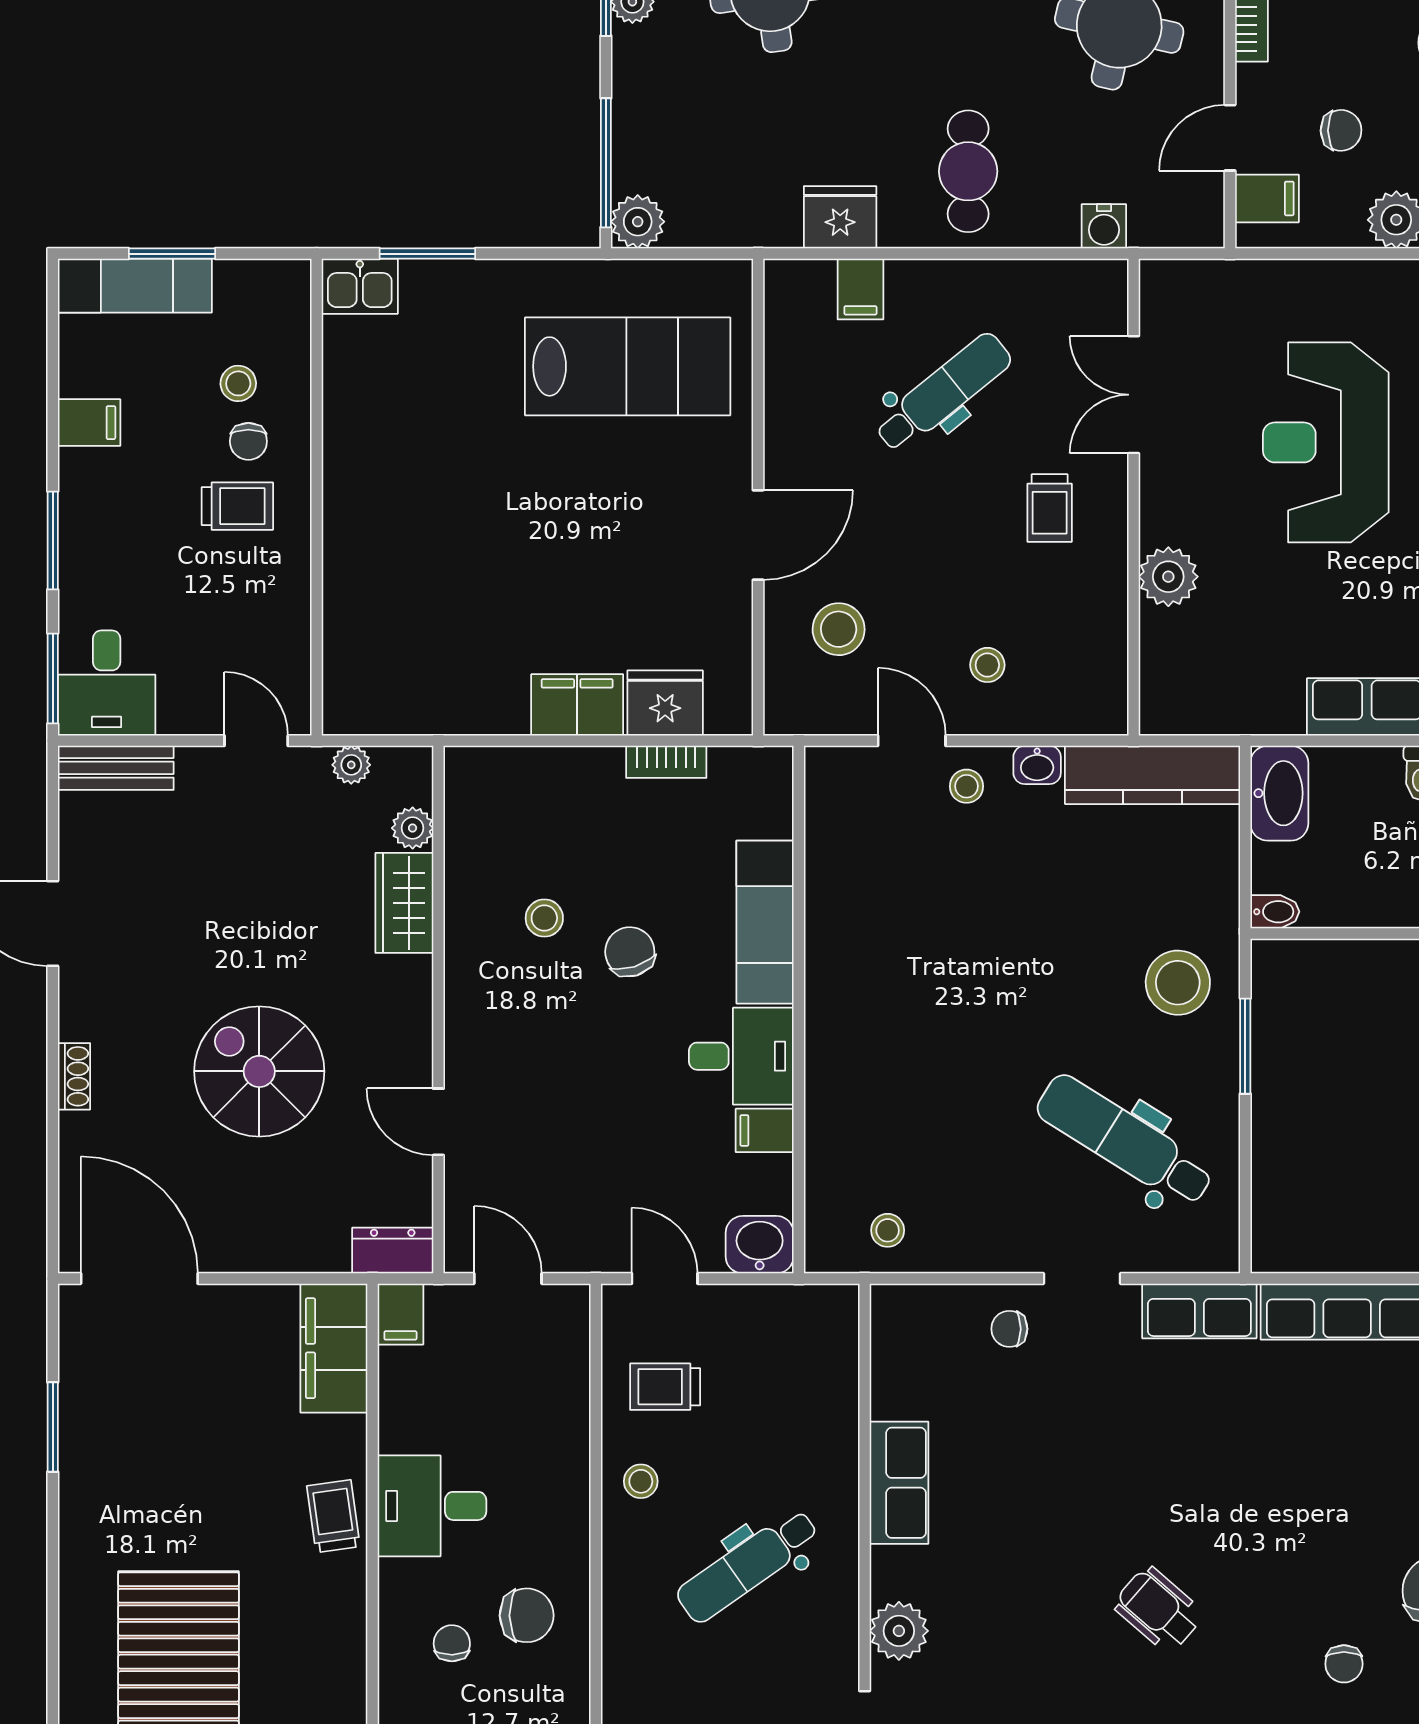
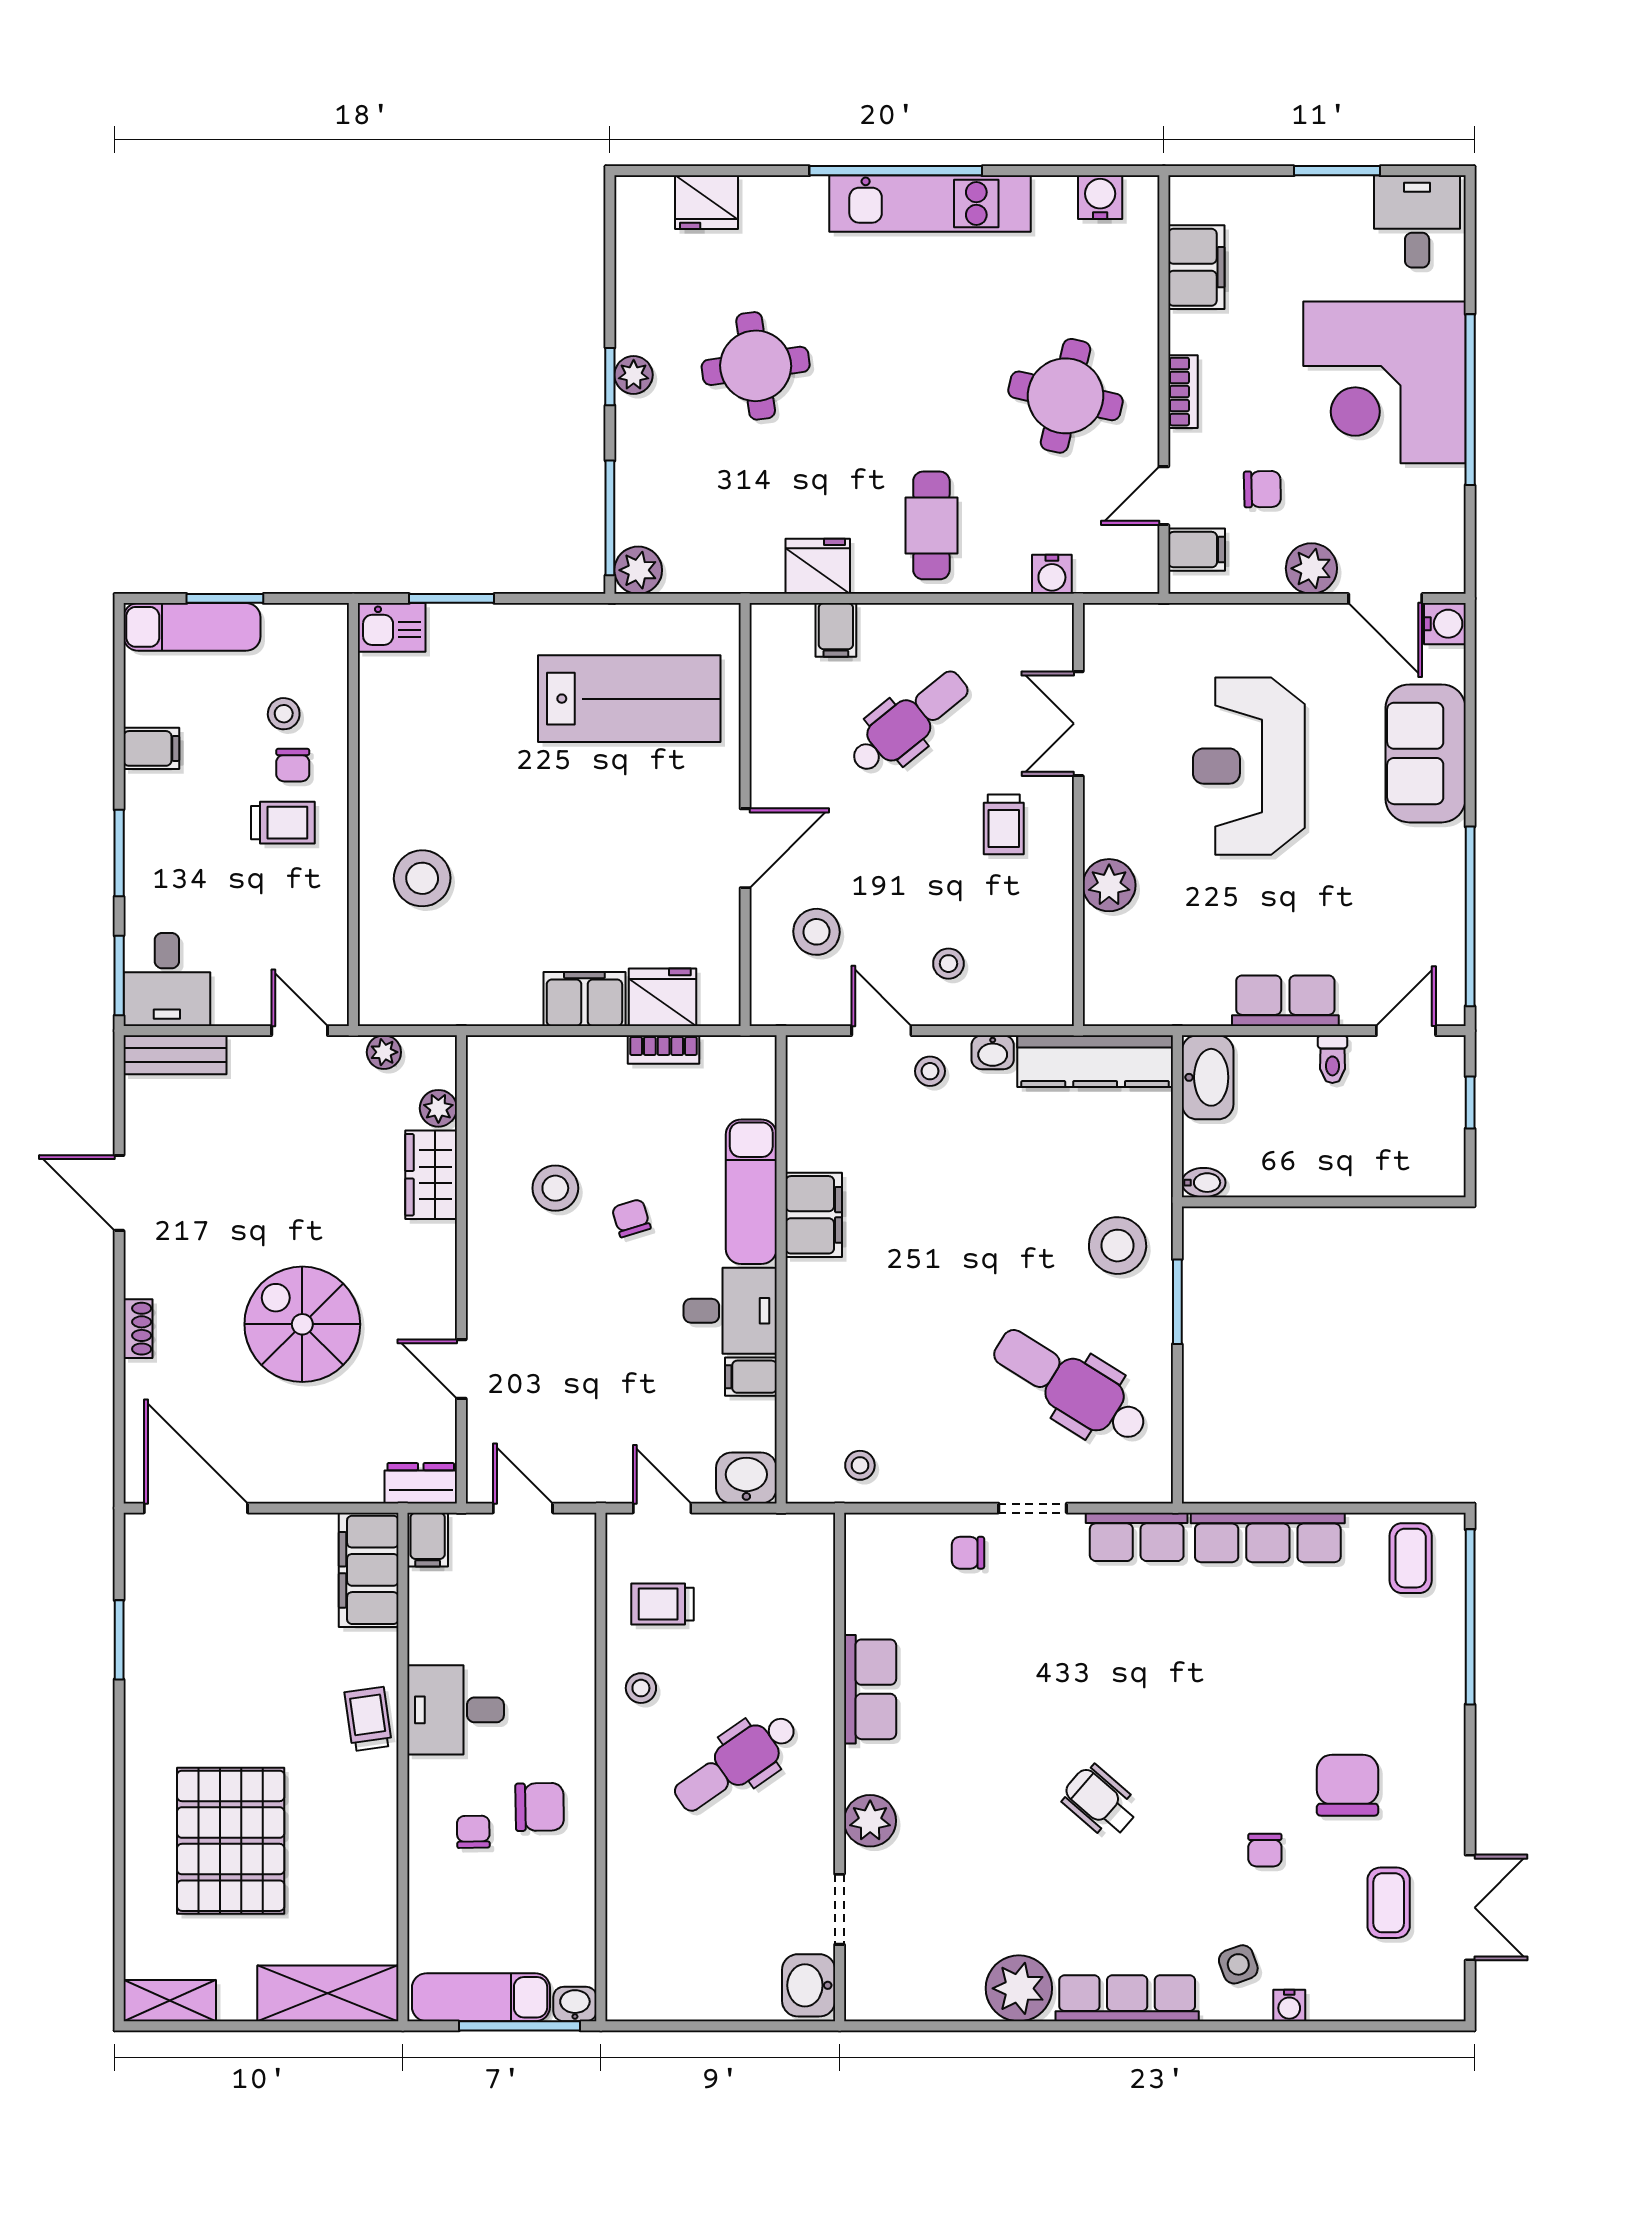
stool: (394, 569) -> (422, 878), added
stool: (544, 918) -> (555, 1188), width x1.37, depth x1.37
filing cabinet: (835, 948) -> (814, 1215), added
chair: (630, 952) -> (631, 1218), width x0.73, depth x0.73

